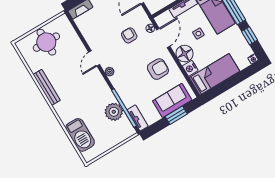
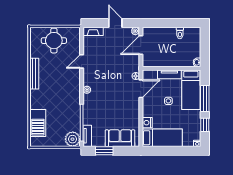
armchair: (129, 35) -> (117, 72), removed
floor lamp: (184, 54) -> (150, 109), removed
door: (94, 58) -> (82, 61), moved
armchair: (158, 69) -> (123, 109), removed
plant: (114, 112) -> (73, 139), moved
window: (176, 115) -> (104, 151), moved

